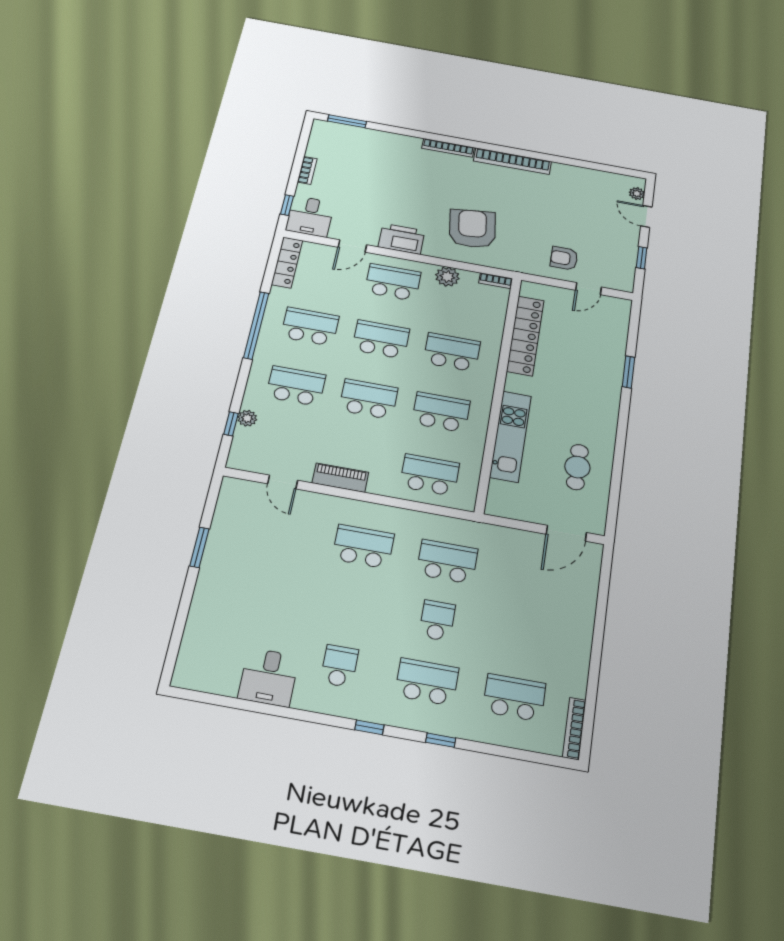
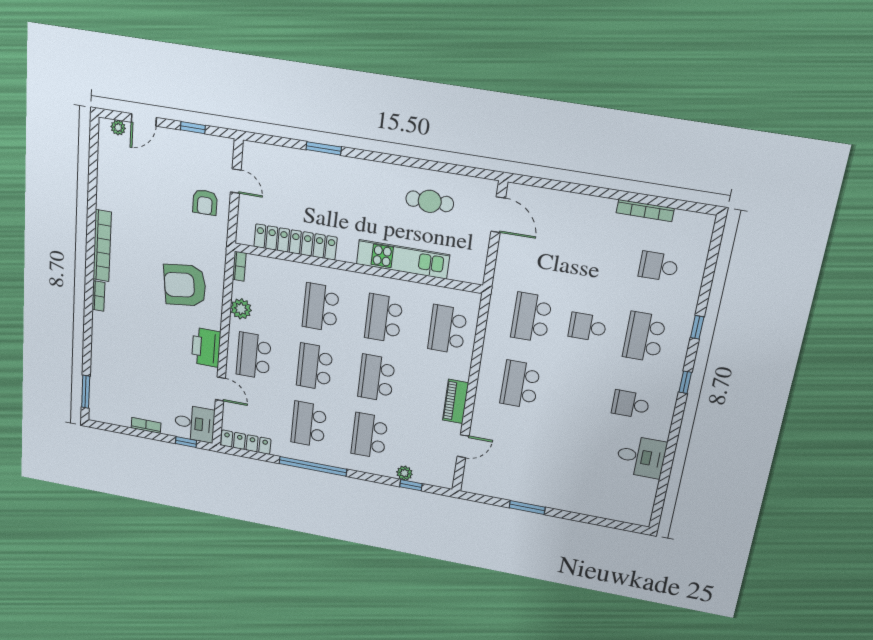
bookcase: (448, 148) -> (98, 296), width x0.64
school desk: (514, 698) -> (658, 266), width x0.54
bookcase: (574, 729) -> (645, 211), moved

